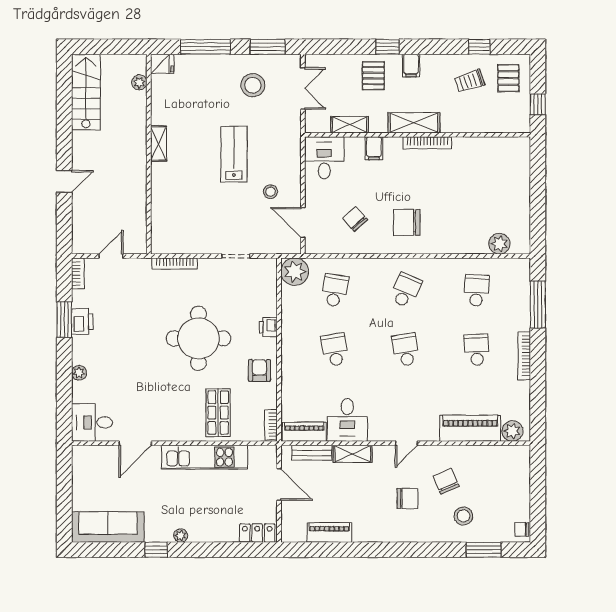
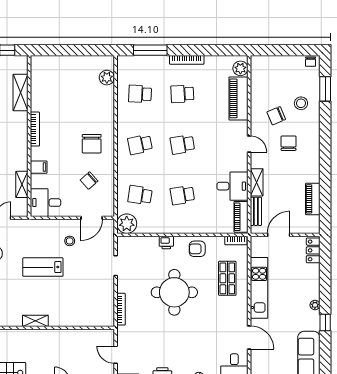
shelving: (414, 123) -> (20, 93), moved
school desk: (406, 290) -> (140, 144), turned -36
shop shelf: (218, 413) -> (227, 278), turned 90

